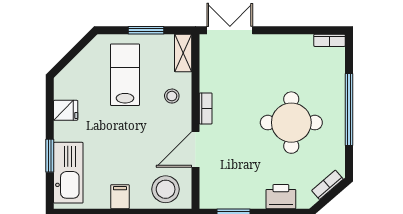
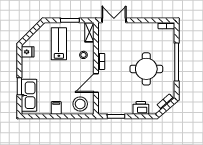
fridge: (66, 110) -> (28, 52), moved

